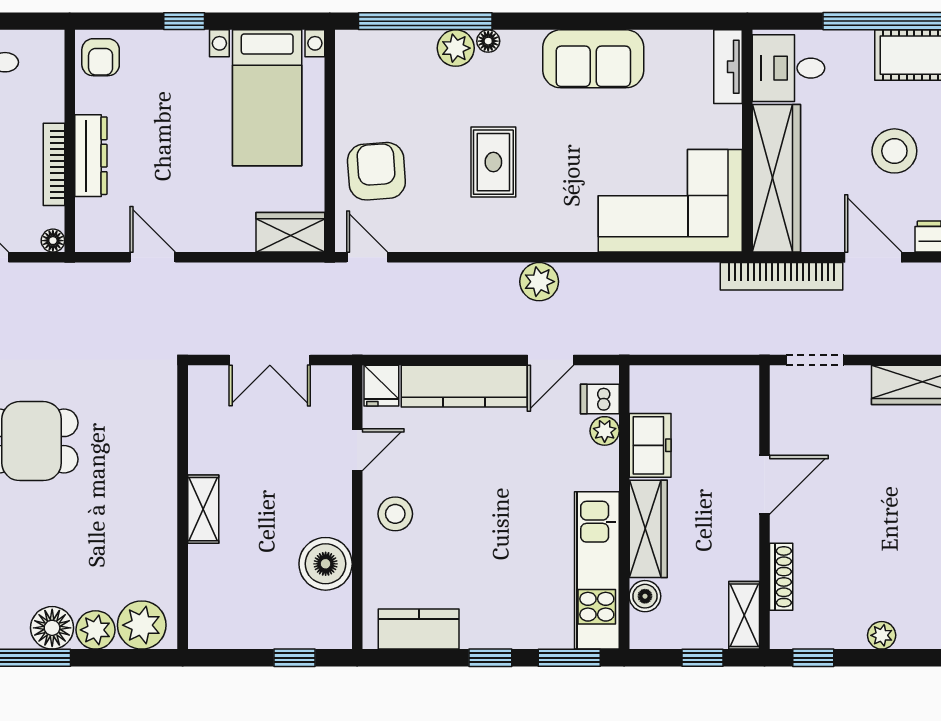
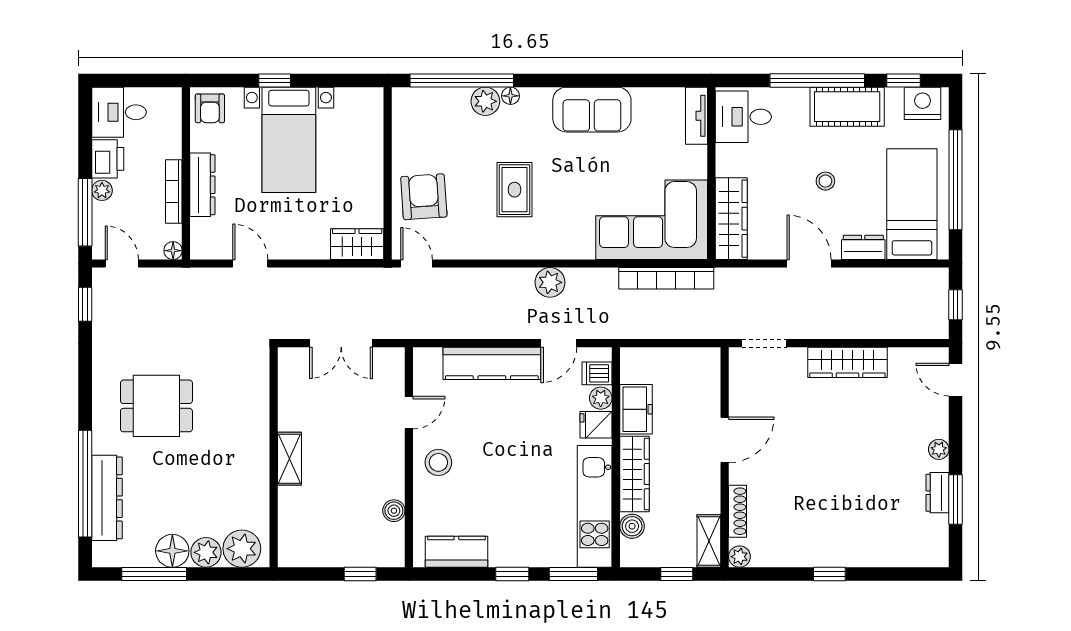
bed with nightstands: (267, 98) -> (289, 140), moved
stool: (894, 151) -> (825, 181), width x0.53, depth x0.53
wardrobe: (776, 178) -> (731, 219), width x0.71, depth x0.85
bookcase: (782, 276) -> (666, 278), moved
fridge: (381, 386) -> (596, 425), moved, turned 90
boiler: (326, 564) -> (394, 511), width x0.54, depth x0.54
plant: (882, 635) -> (739, 557), moved
window: (813, 658) -> (829, 574), moved

